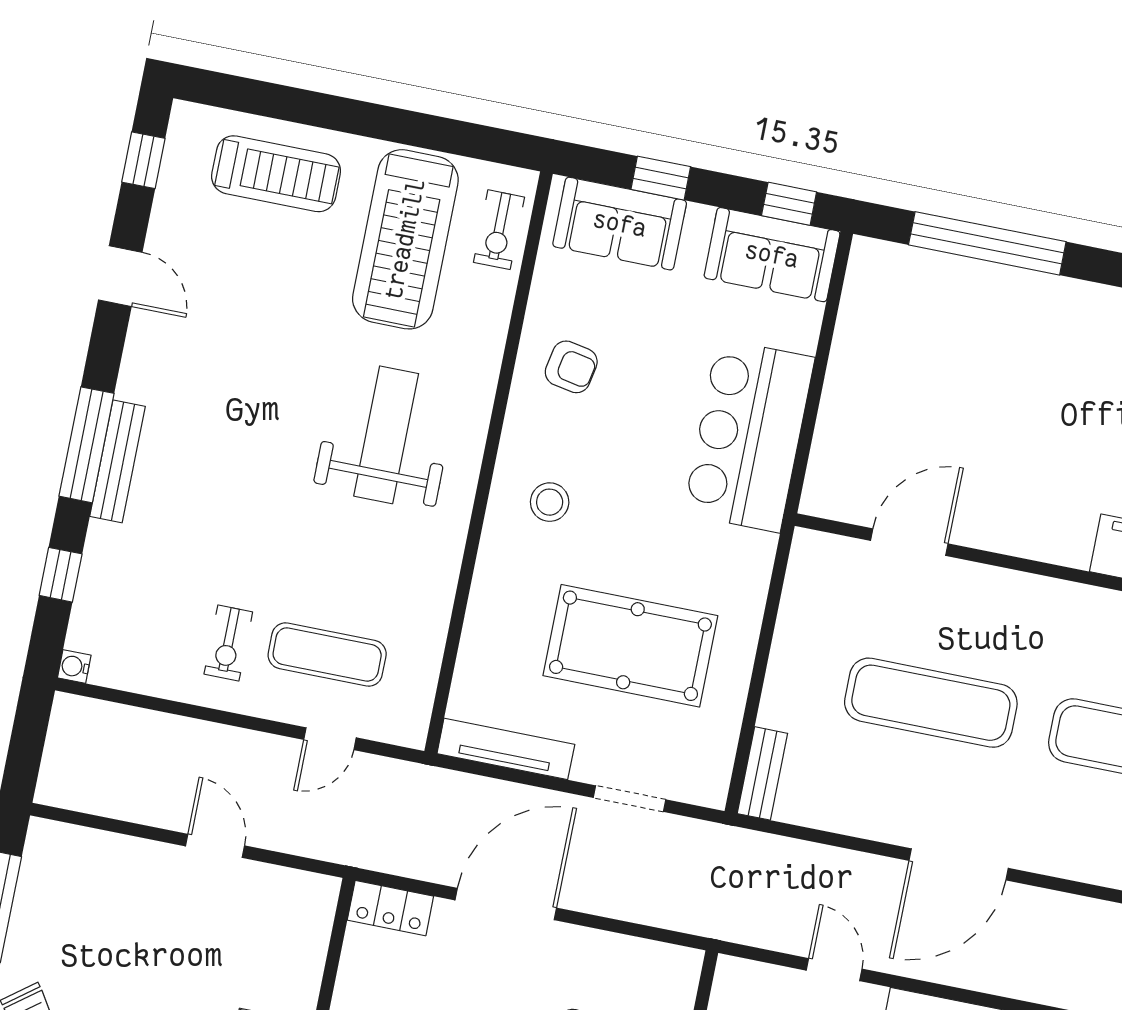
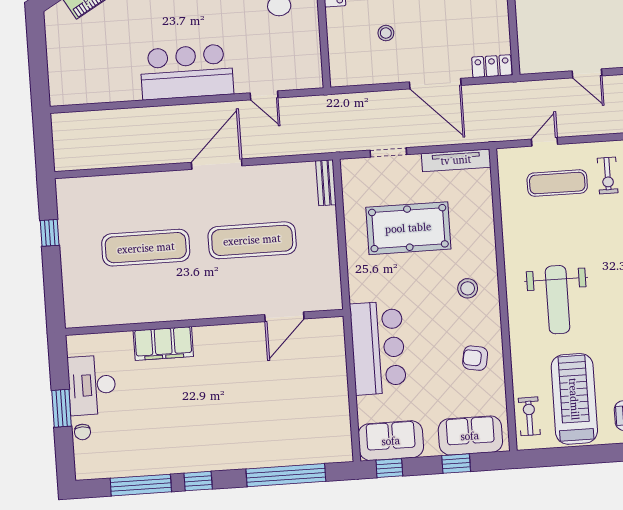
exercise bike: (228, 643) -> (608, 175), turned 180
door: (506, 904) -> (435, 84), hinge flipped

